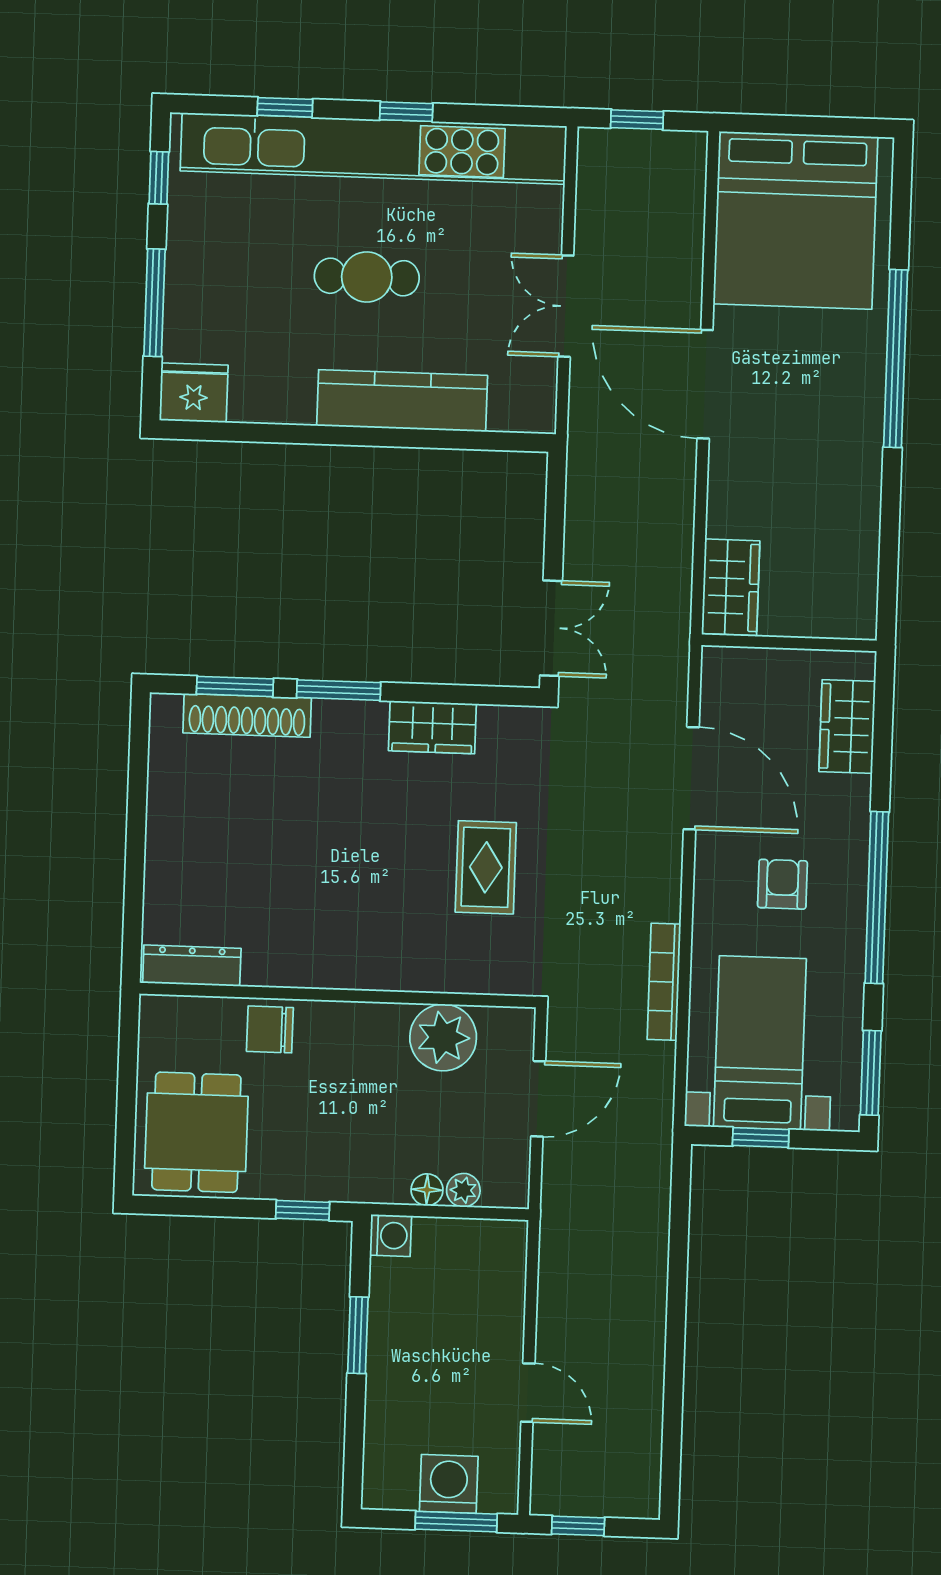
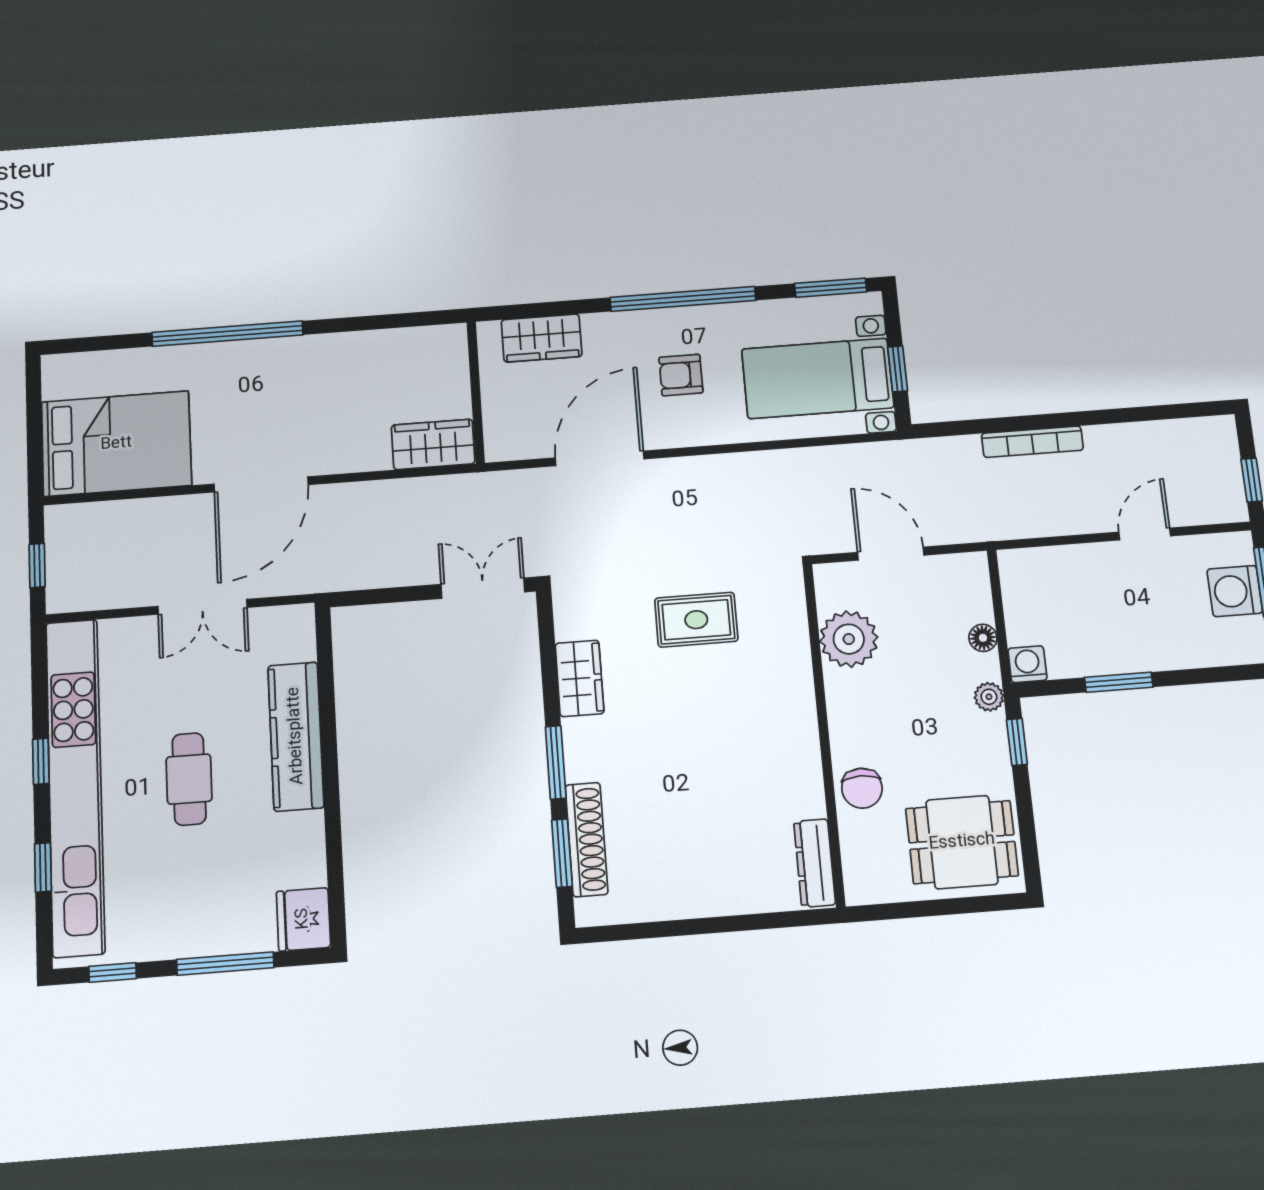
bed: (795, 220) -> (116, 444), width x0.73
bookcase: (664, 982) -> (1032, 442), moved
plant: (463, 1190) -> (989, 697), moved

